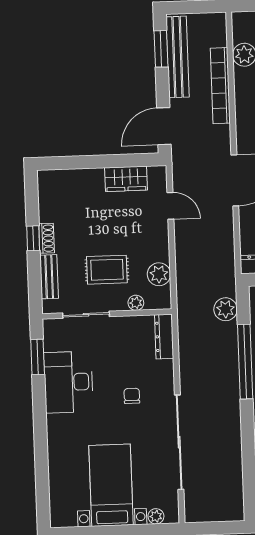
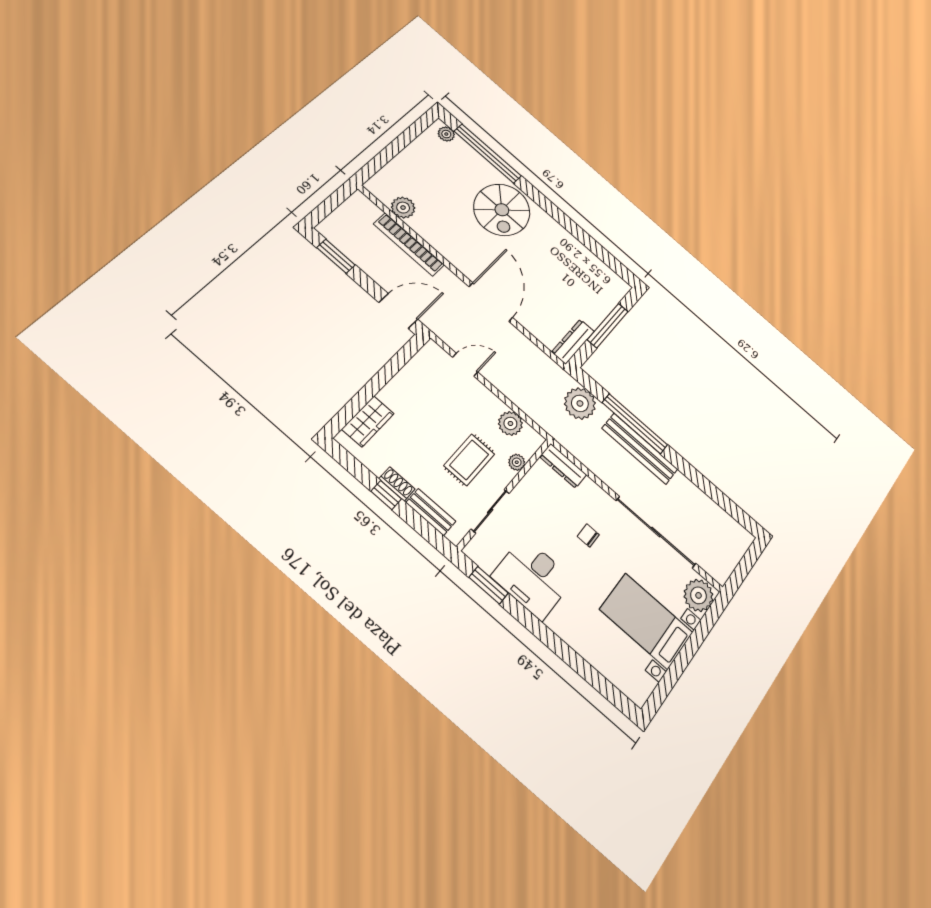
bench: (178, 57) -> (640, 449), moved
door: (164, 126) -> (398, 311), swing flipped
wardrobe: (126, 179) -> (368, 421), moved
plant: (226, 309) -> (580, 403), width x1.36, depth x1.36
plant: (156, 516) -> (698, 595), width x1.88, depth x1.88

